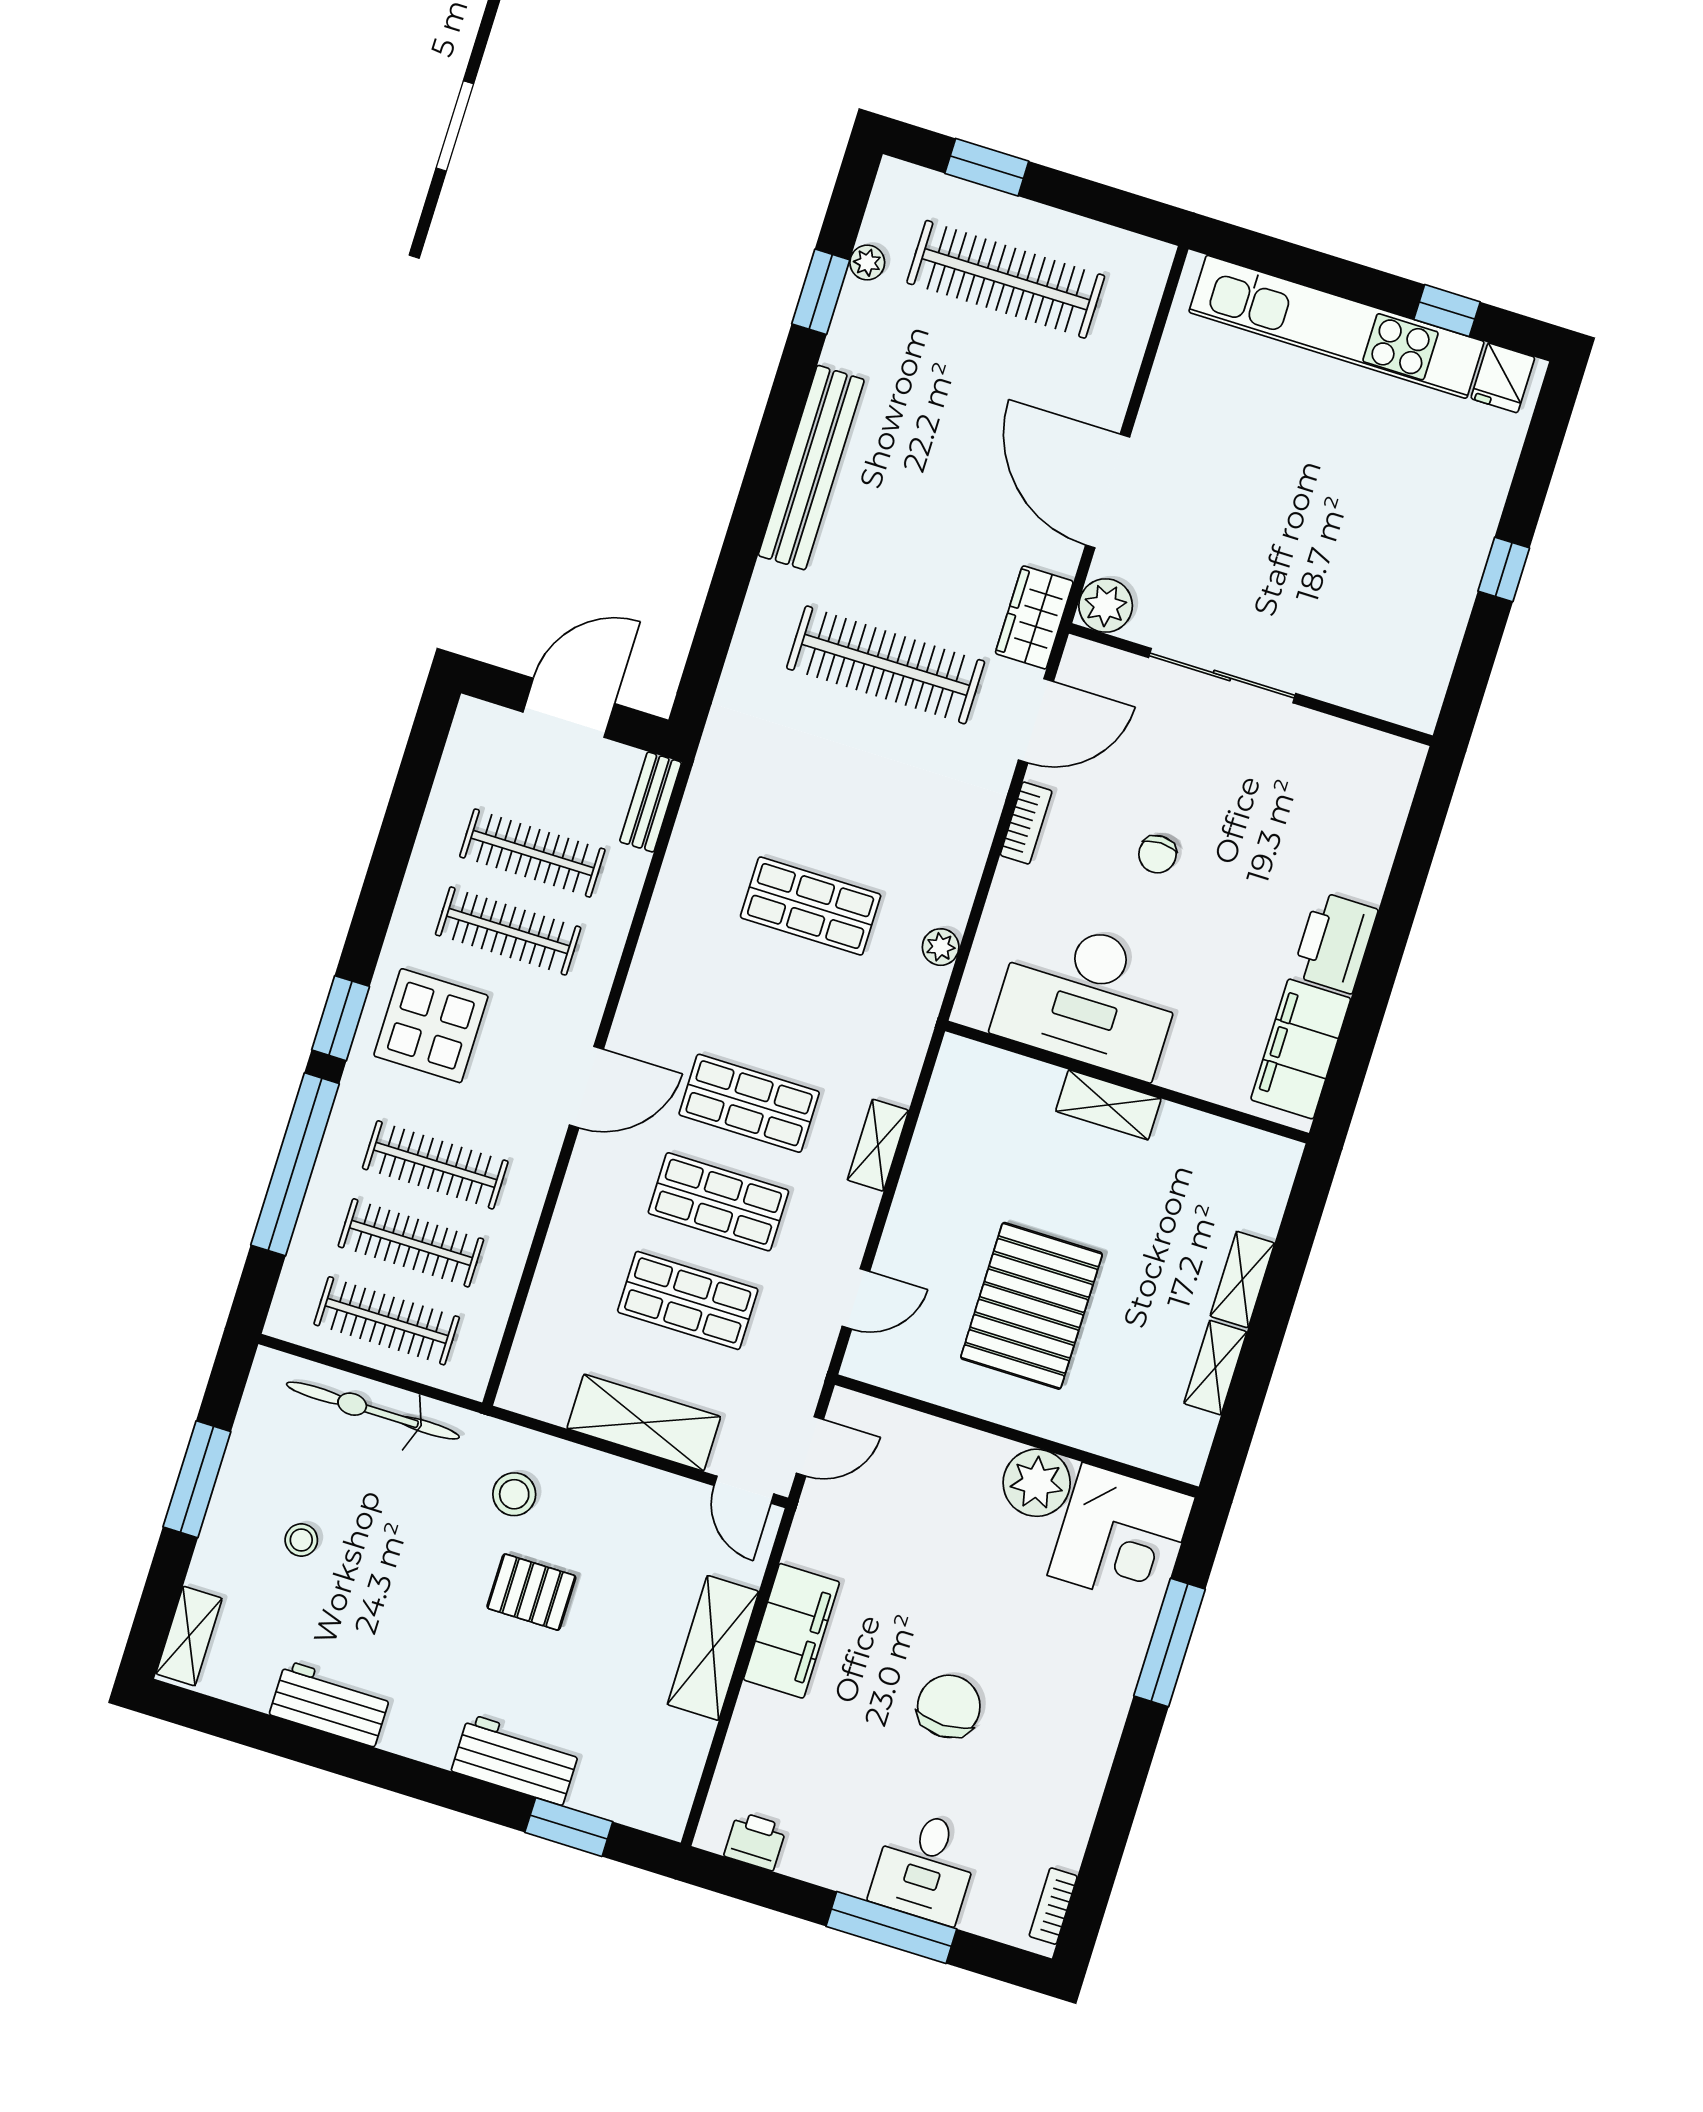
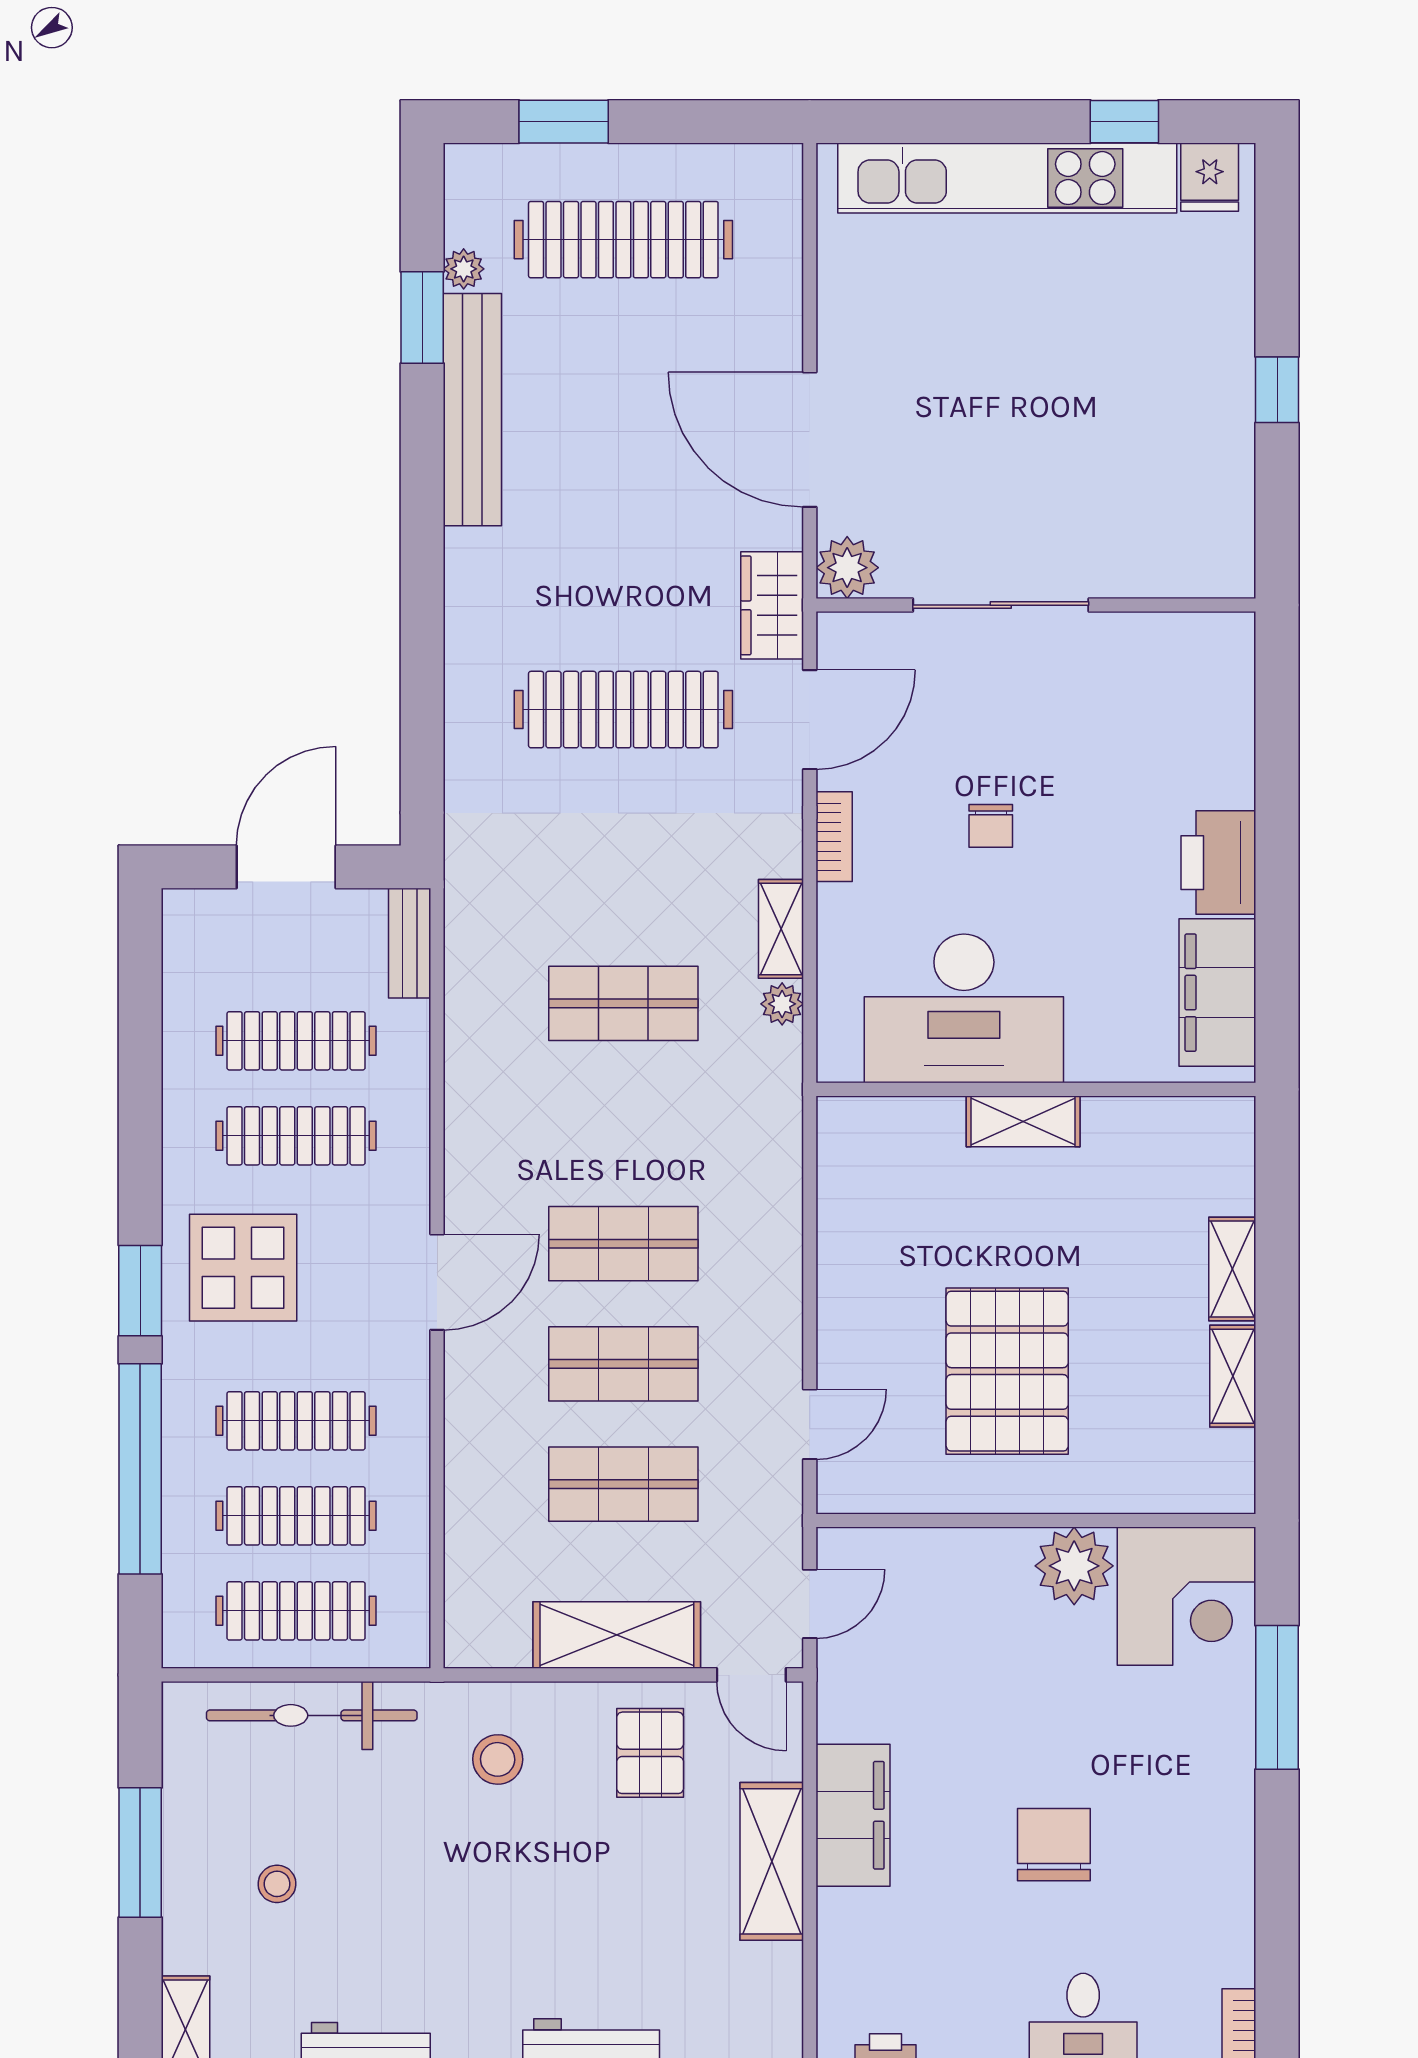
bench: (811, 468) -> (472, 410), moved
shelving: (878, 1145) -> (781, 929), moved
pallet: (531, 1592) -> (650, 1753), moved, turned 90

